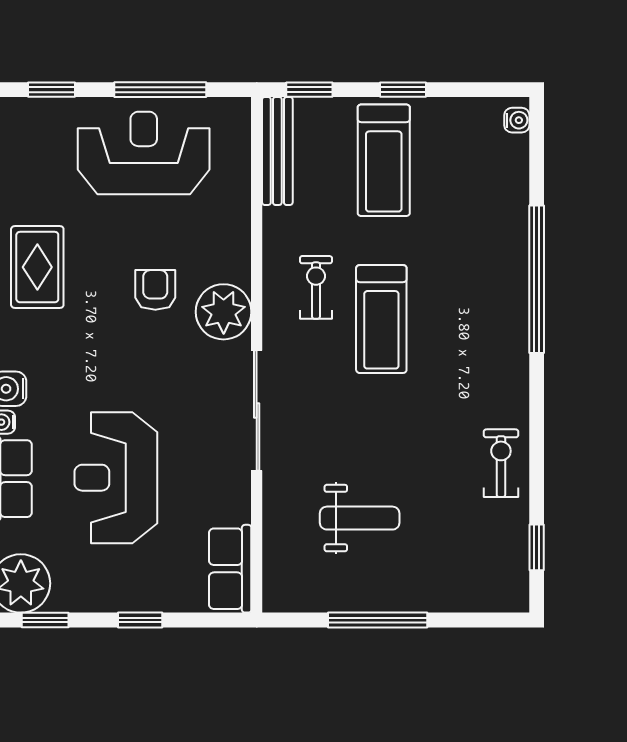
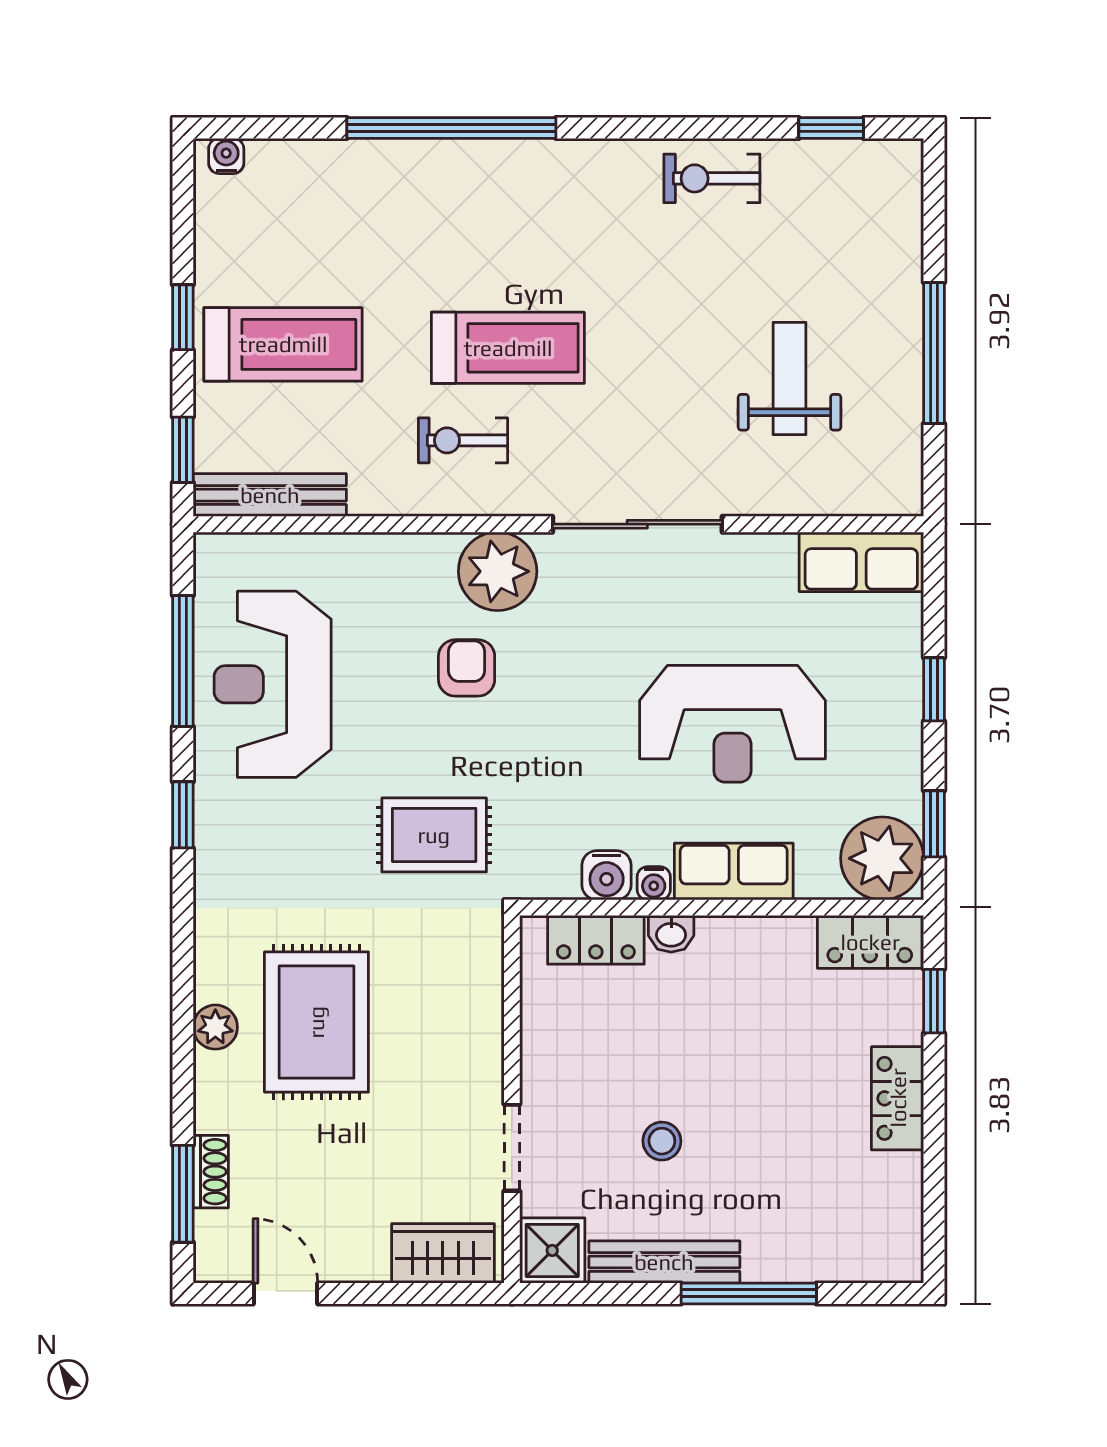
armchair: (155, 290) -> (467, 668), turned 90

